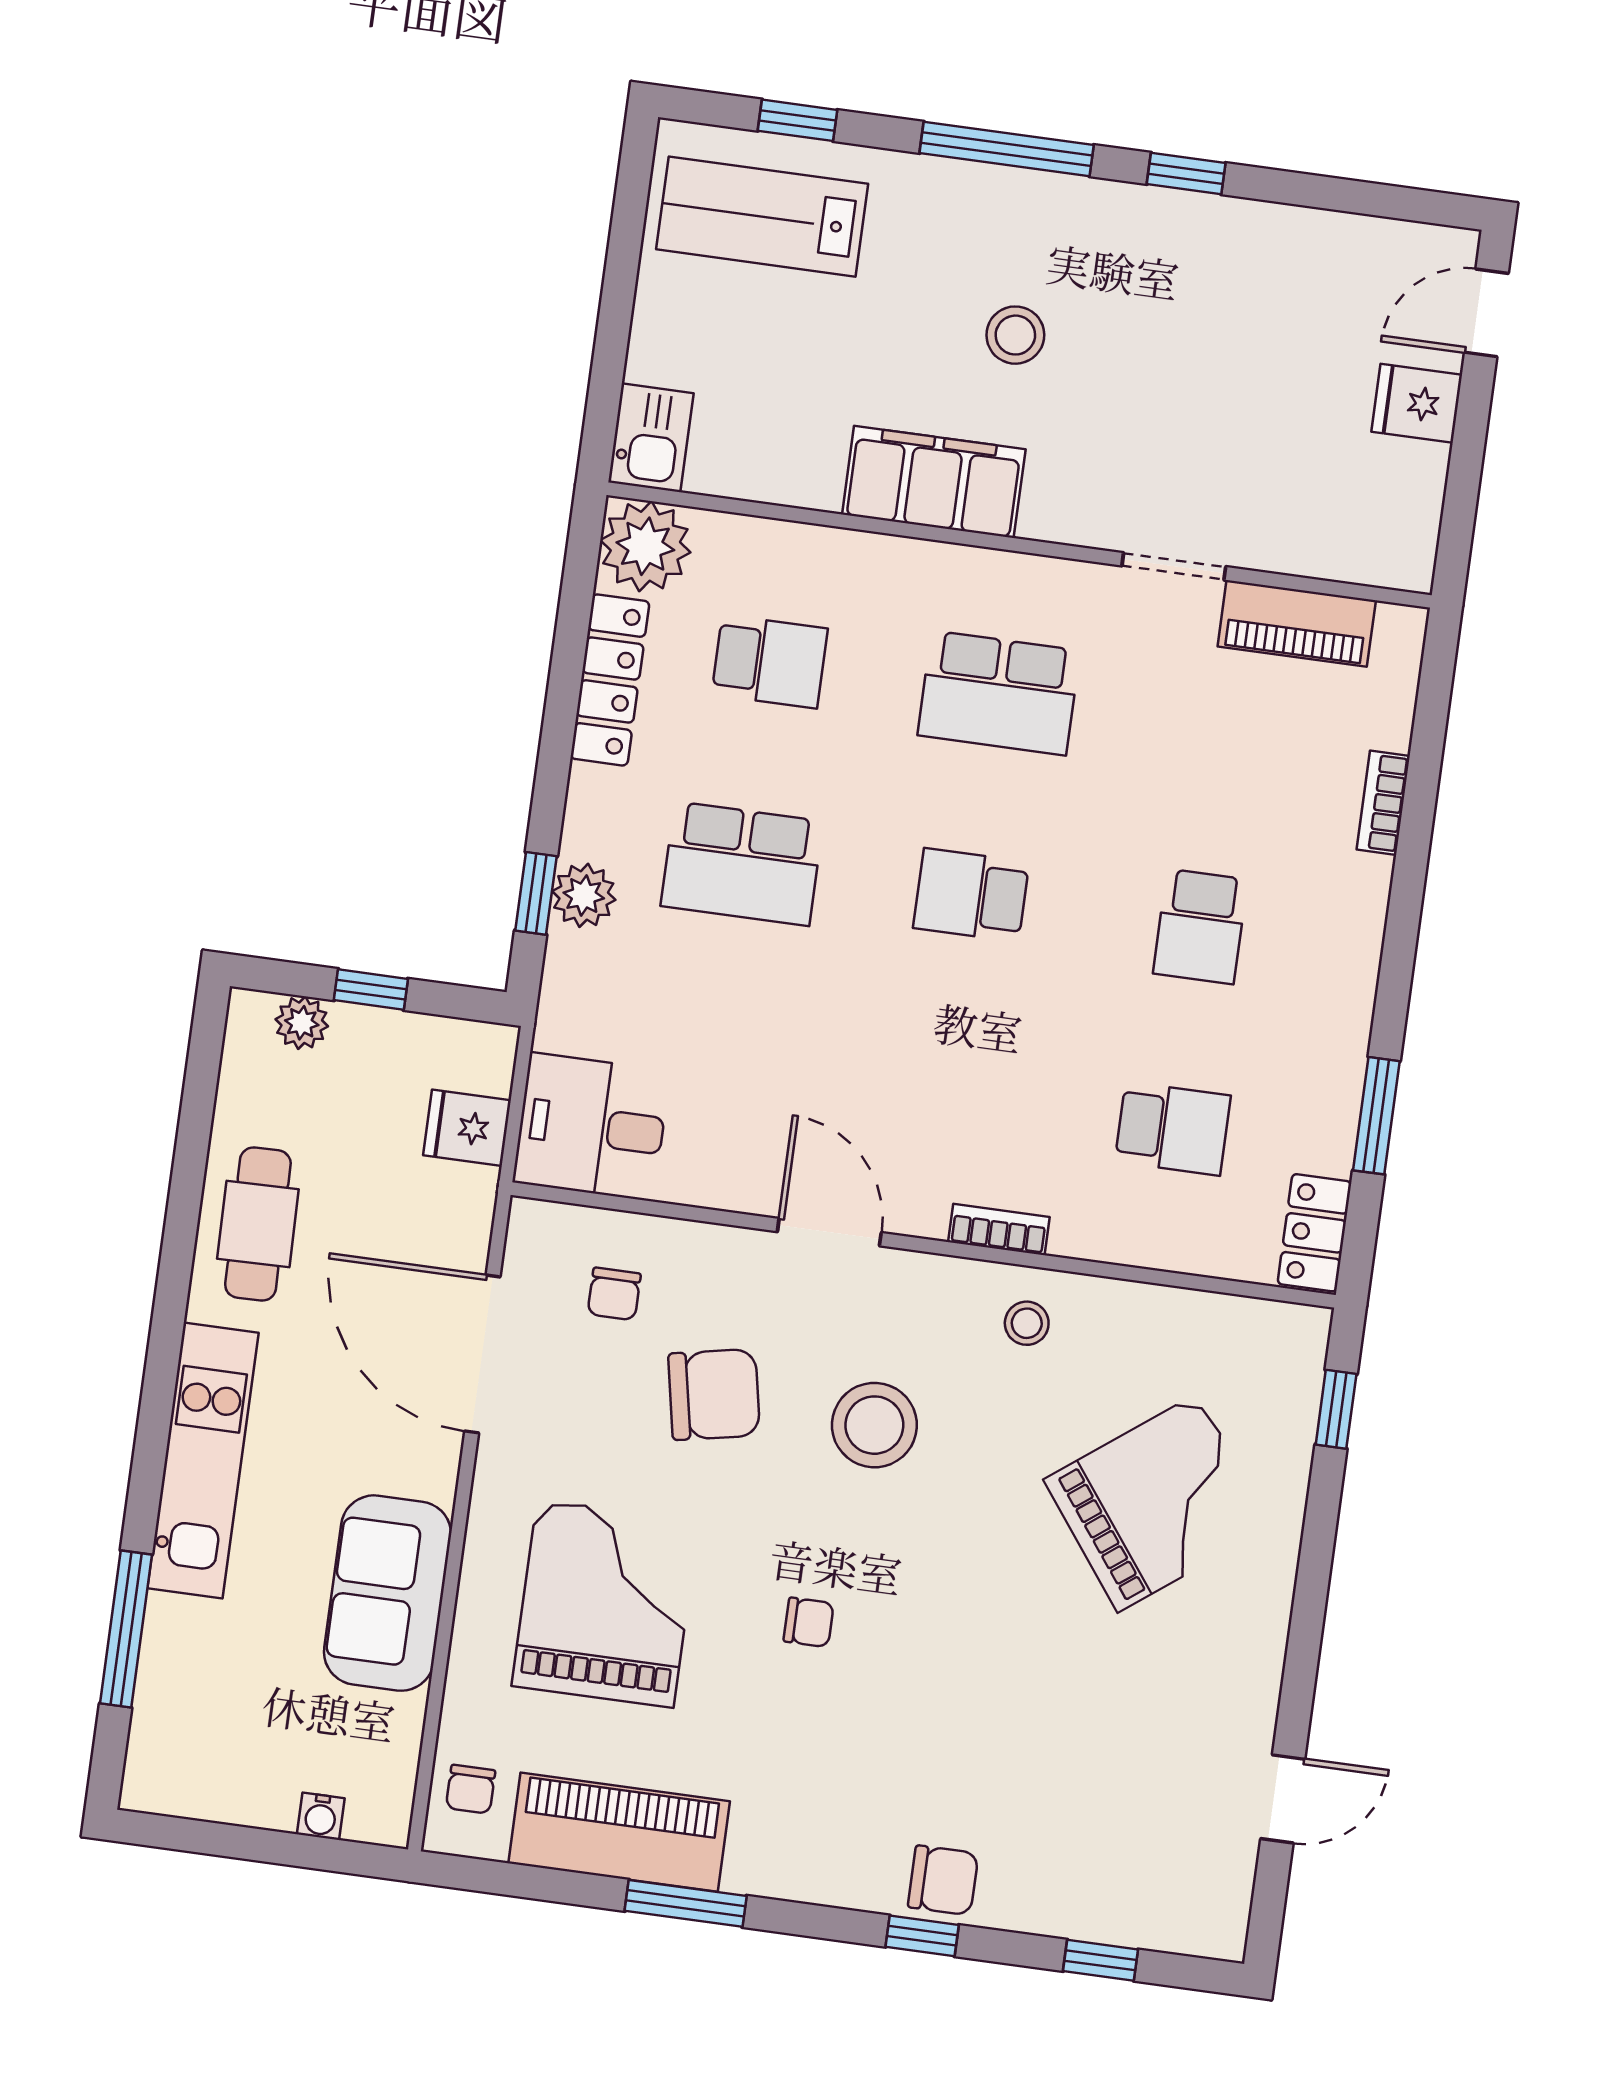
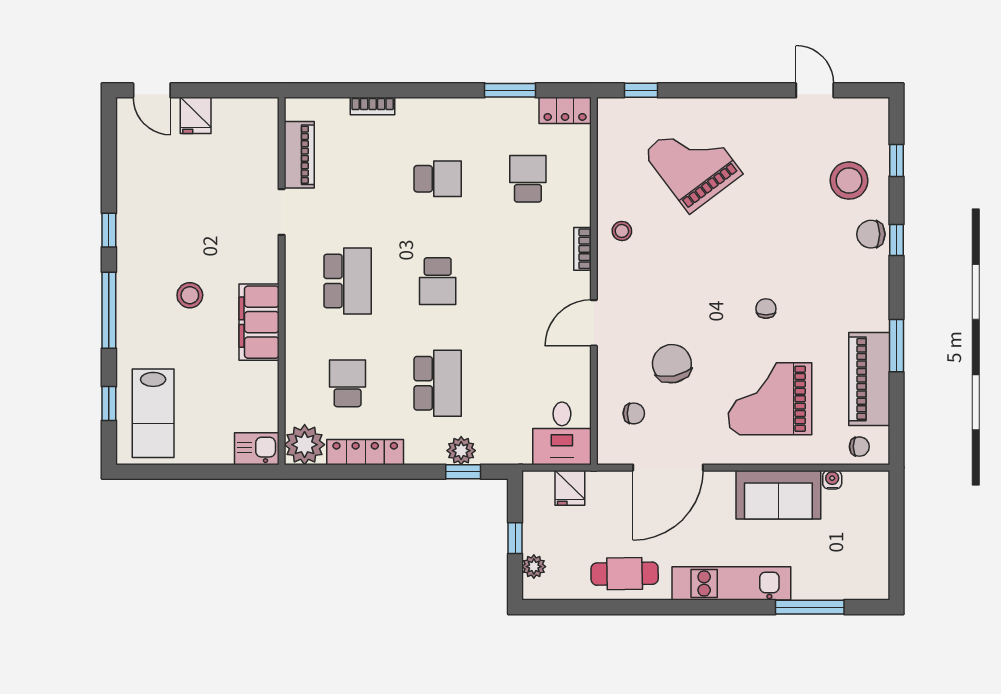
stool: (874, 1425) -> (849, 181), moved
water cooler: (321, 1816) -> (832, 480), moved, turned -90
chair: (943, 1880) -> (871, 234), turned -90

